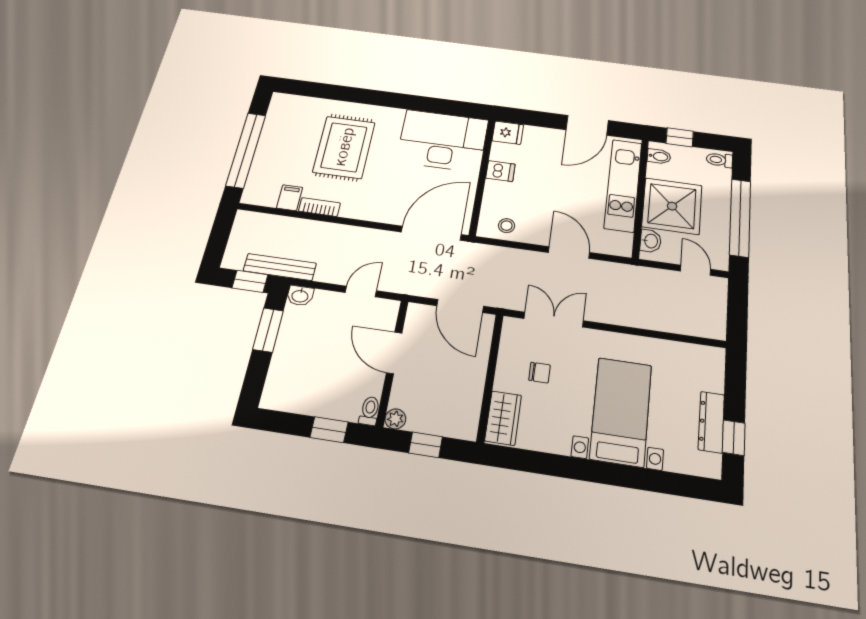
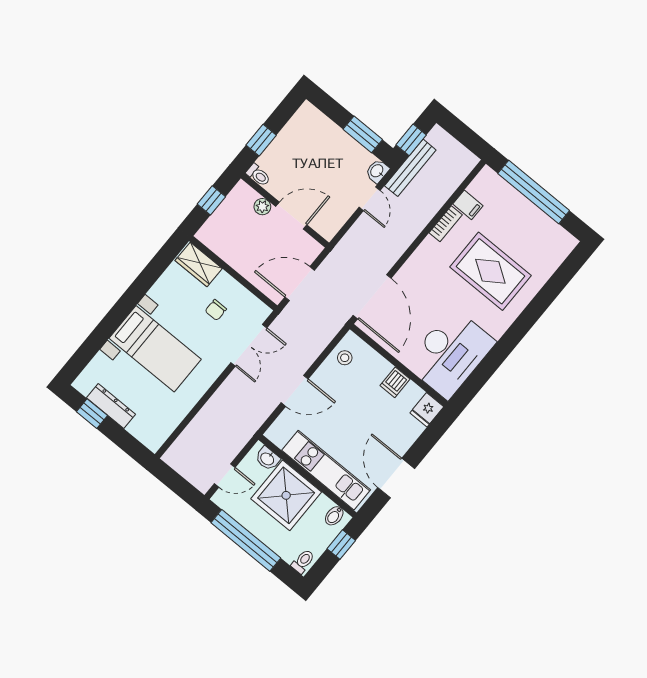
door: (361, 292) -> (370, 199), moved
plant: (395, 419) -> (262, 207), moved

